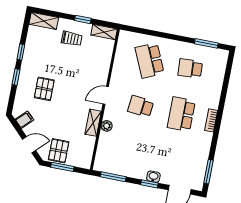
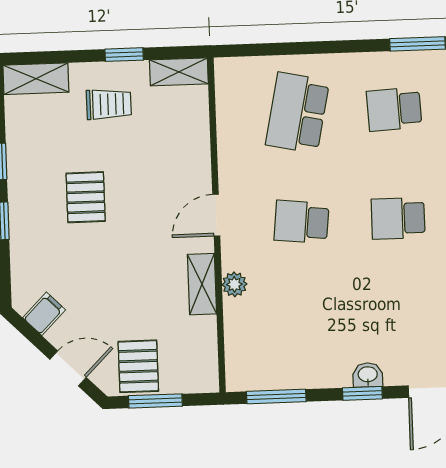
school desk: (150, 60) -> (297, 113), turned 36
pallet: (44, 89) -> (86, 197), moved
school desk: (181, 114) -> (398, 218), width x0.54

